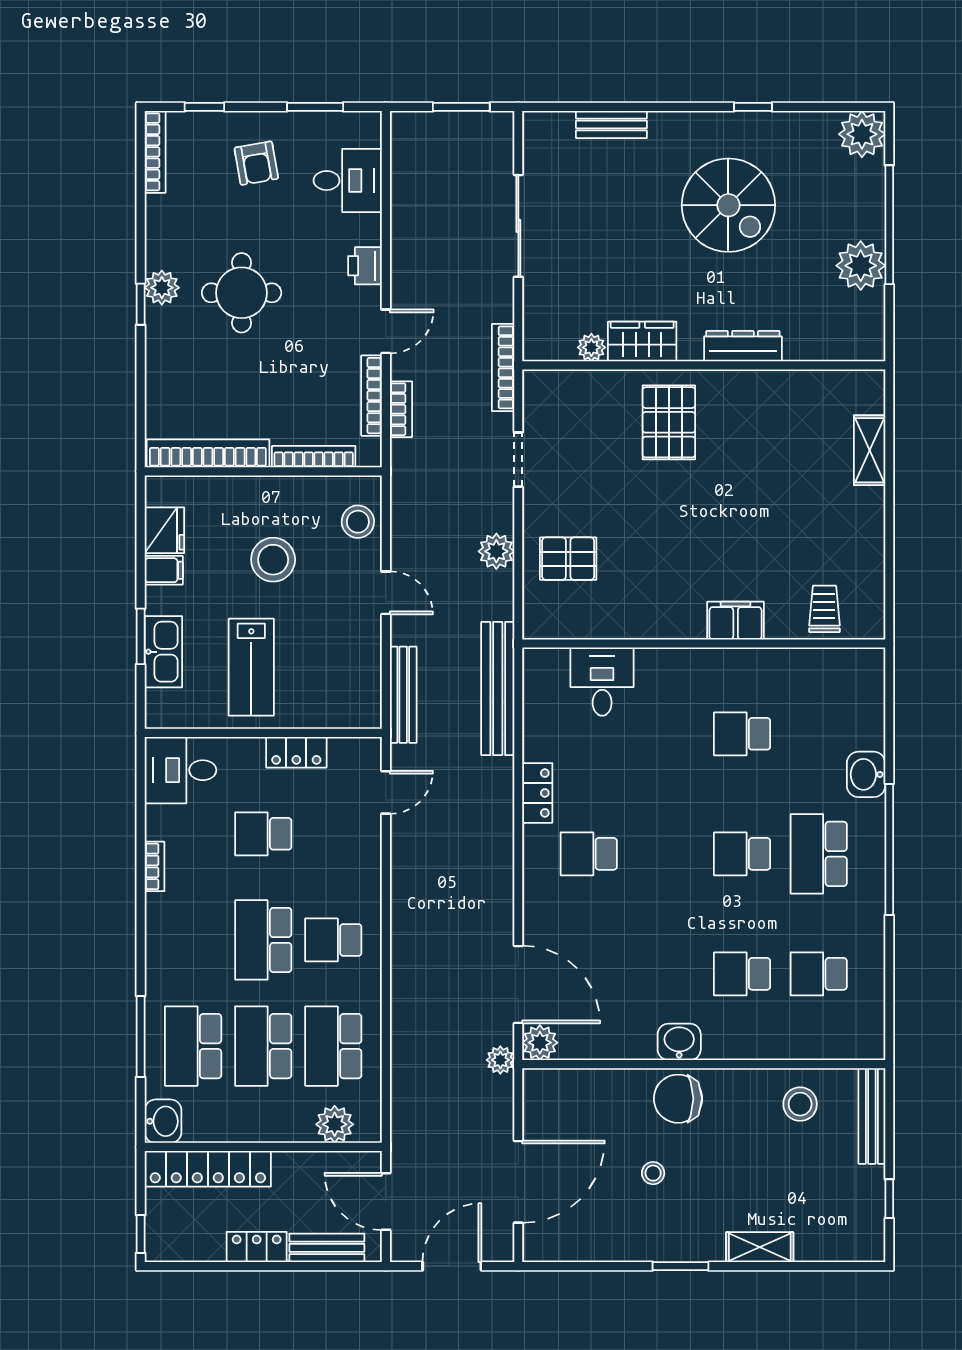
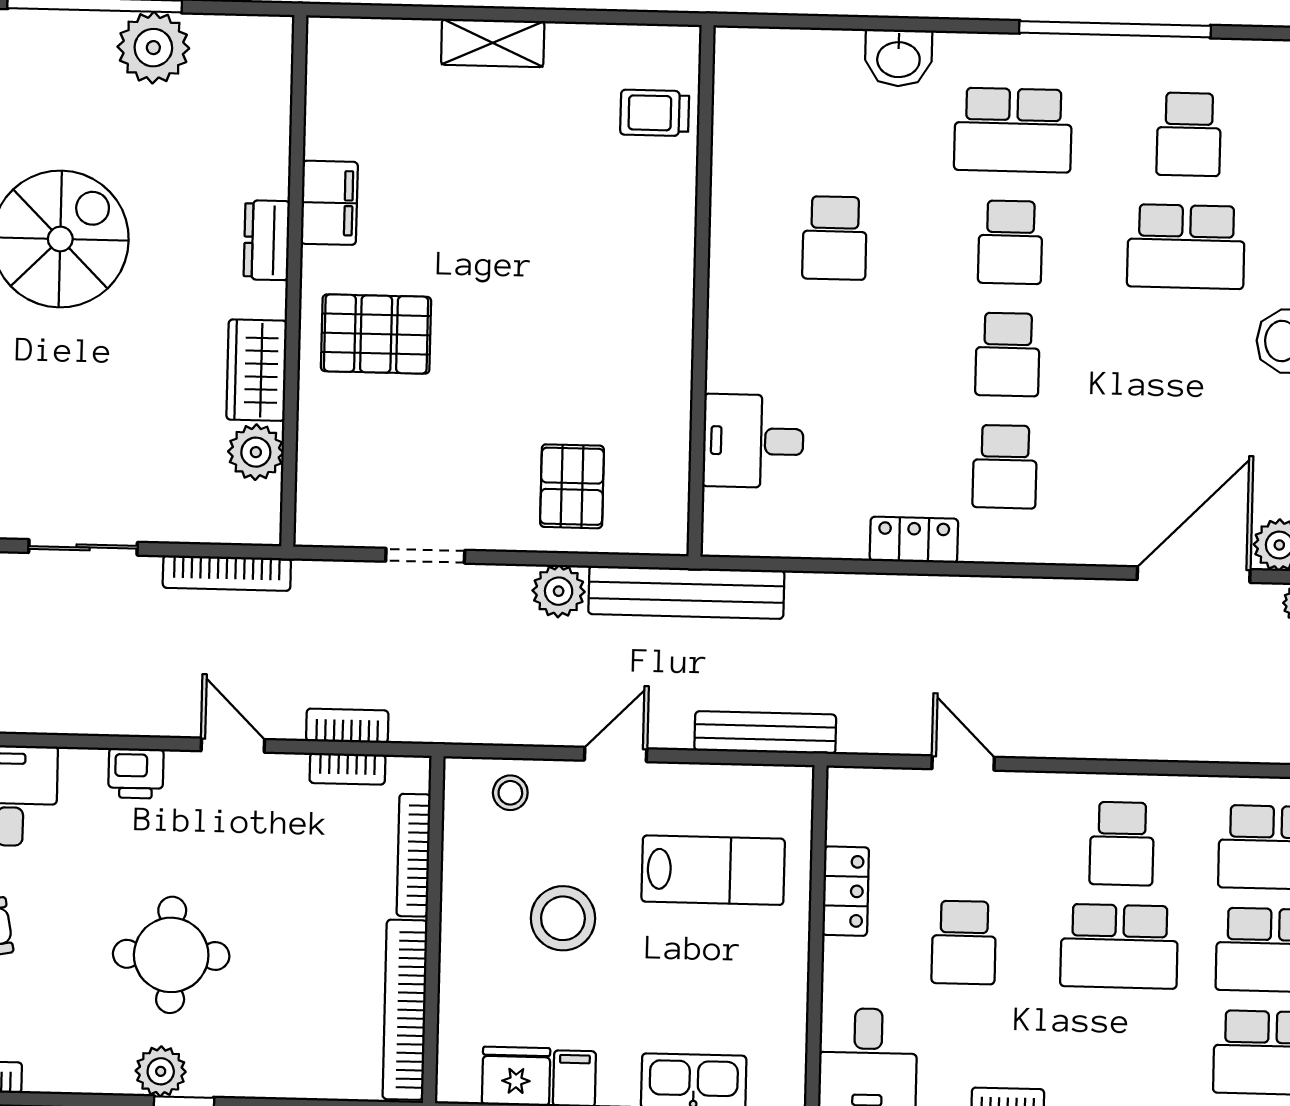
sliding door: (518, 226) -> (83, 547), width x0.73
dresser: (743, 346) -> (267, 240), width x0.70
plant: (591, 347) -> (256, 452), width x1.38, depth x1.38
bookcase: (503, 367) -> (227, 573), moved
bookcase: (372, 396) -> (347, 769), width x0.64
shelving: (870, 450) -> (493, 43), moved
stool: (358, 522) -> (510, 793), width x0.73, depth x0.73
filing cabinet: (736, 621) -> (329, 203), moved, turned 180
lab bench: (251, 667) -> (713, 870), moved
bench: (498, 689) -> (686, 592), moved
door: (386, 792) -> (963, 763), moved
window: (889, 850) -> (1115, 29), moved
school desk: (665, 854) -> (1008, 354), added
school desk: (742, 974) -> (1186, 247), width x1.85

